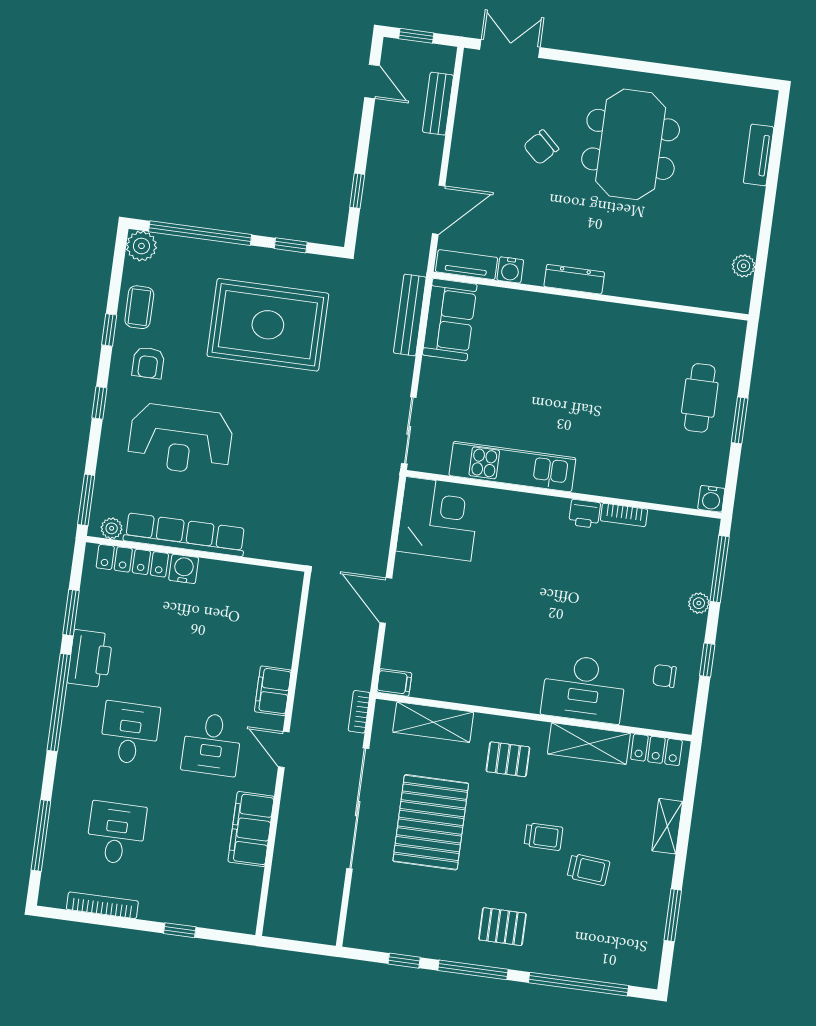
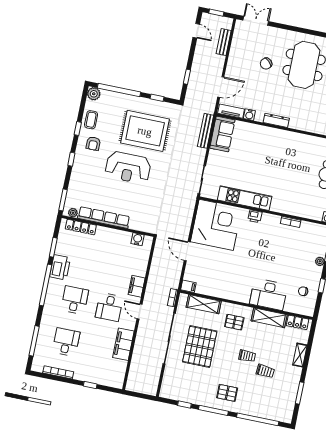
reception desk: (180, 439) -> (128, 168), moved
printer: (585, 514) -> (255, 216), moved
corner desk: (438, 519) -> (216, 225), width x1.36, depth x1.36
water cooler: (184, 569) -> (137, 239), moved

